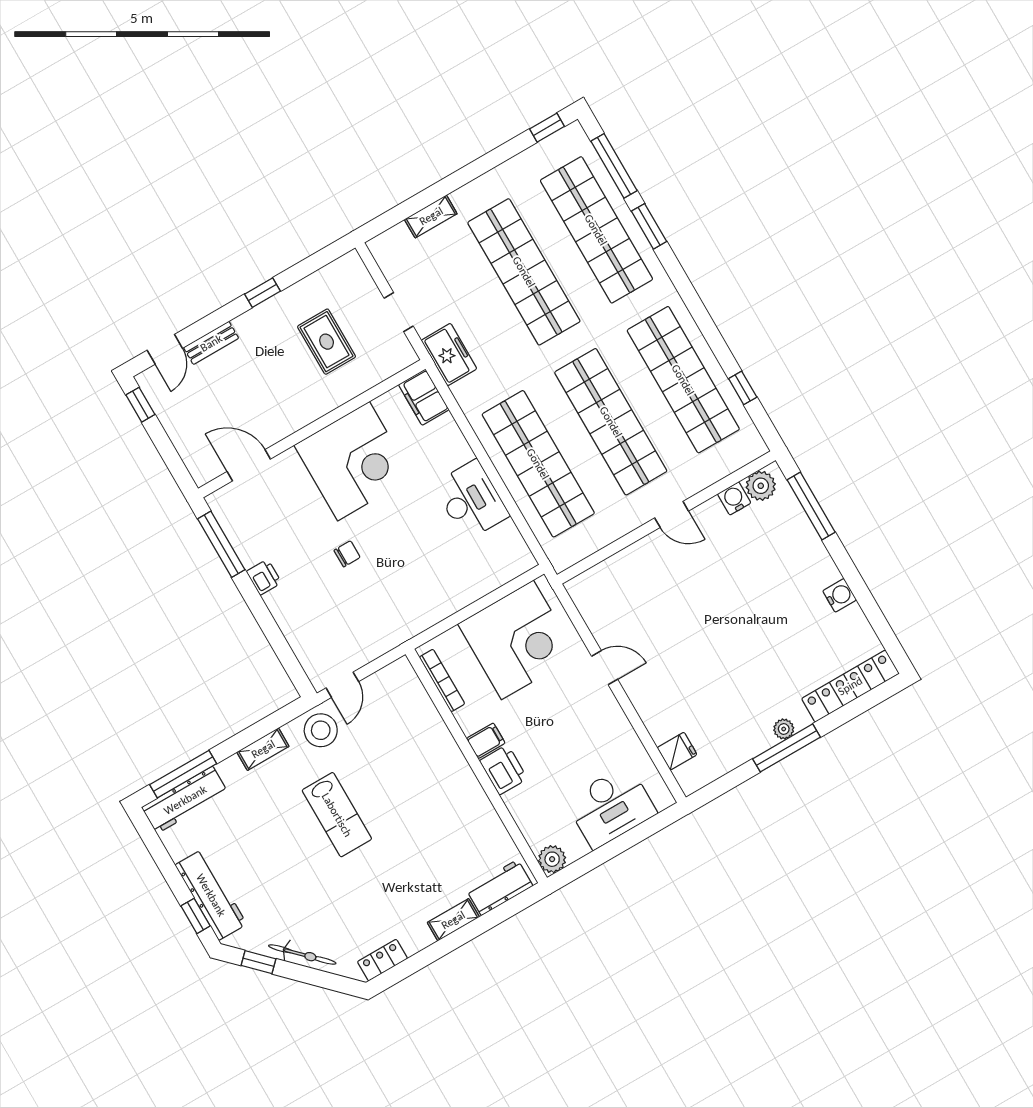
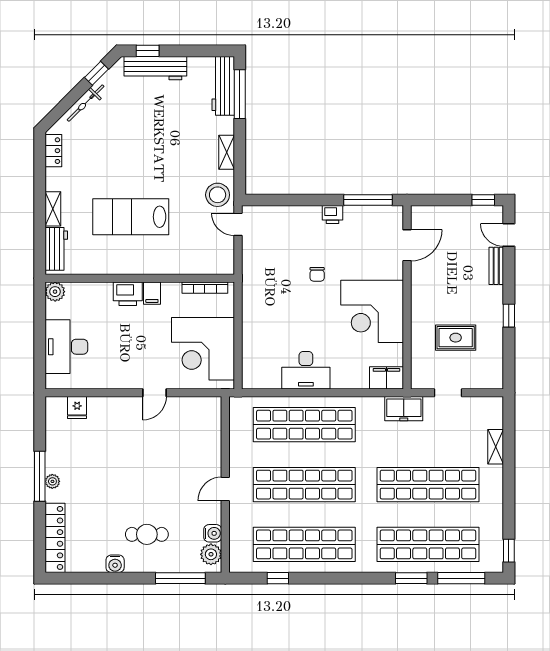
cafe table: (782, 577) -> (147, 534), added
lab bench: (337, 815) -> (131, 217), moved, width x1.36, depth x1.39

